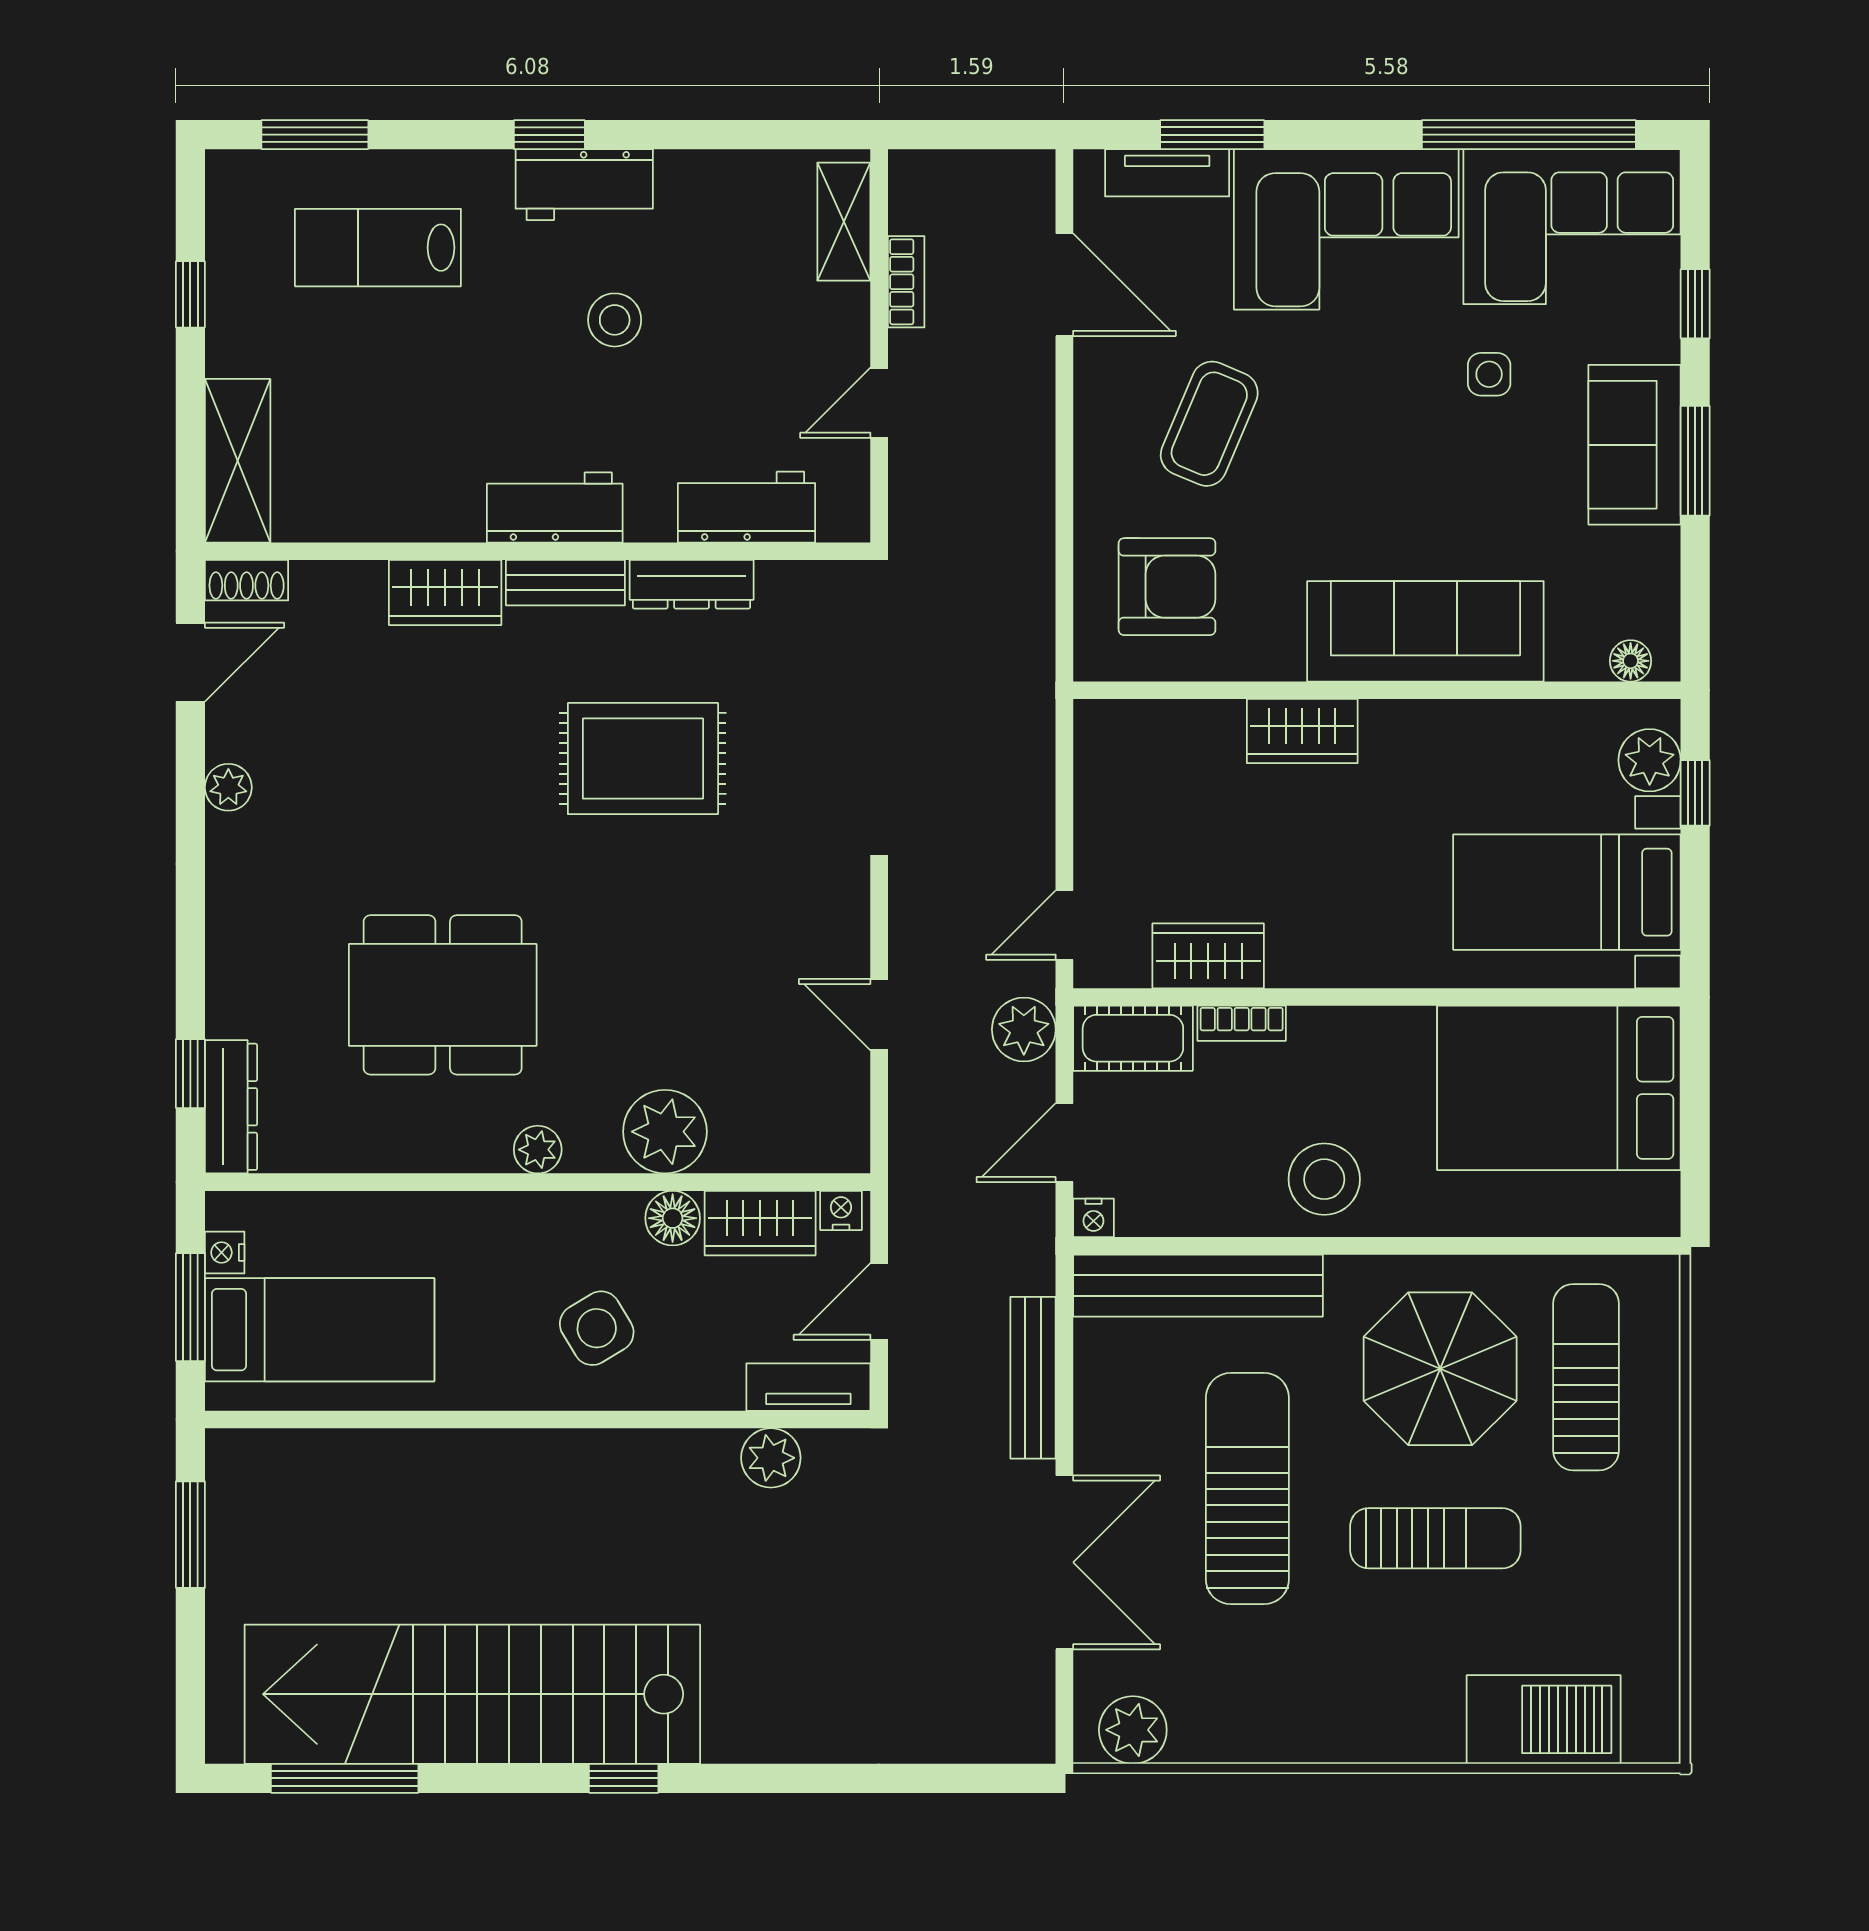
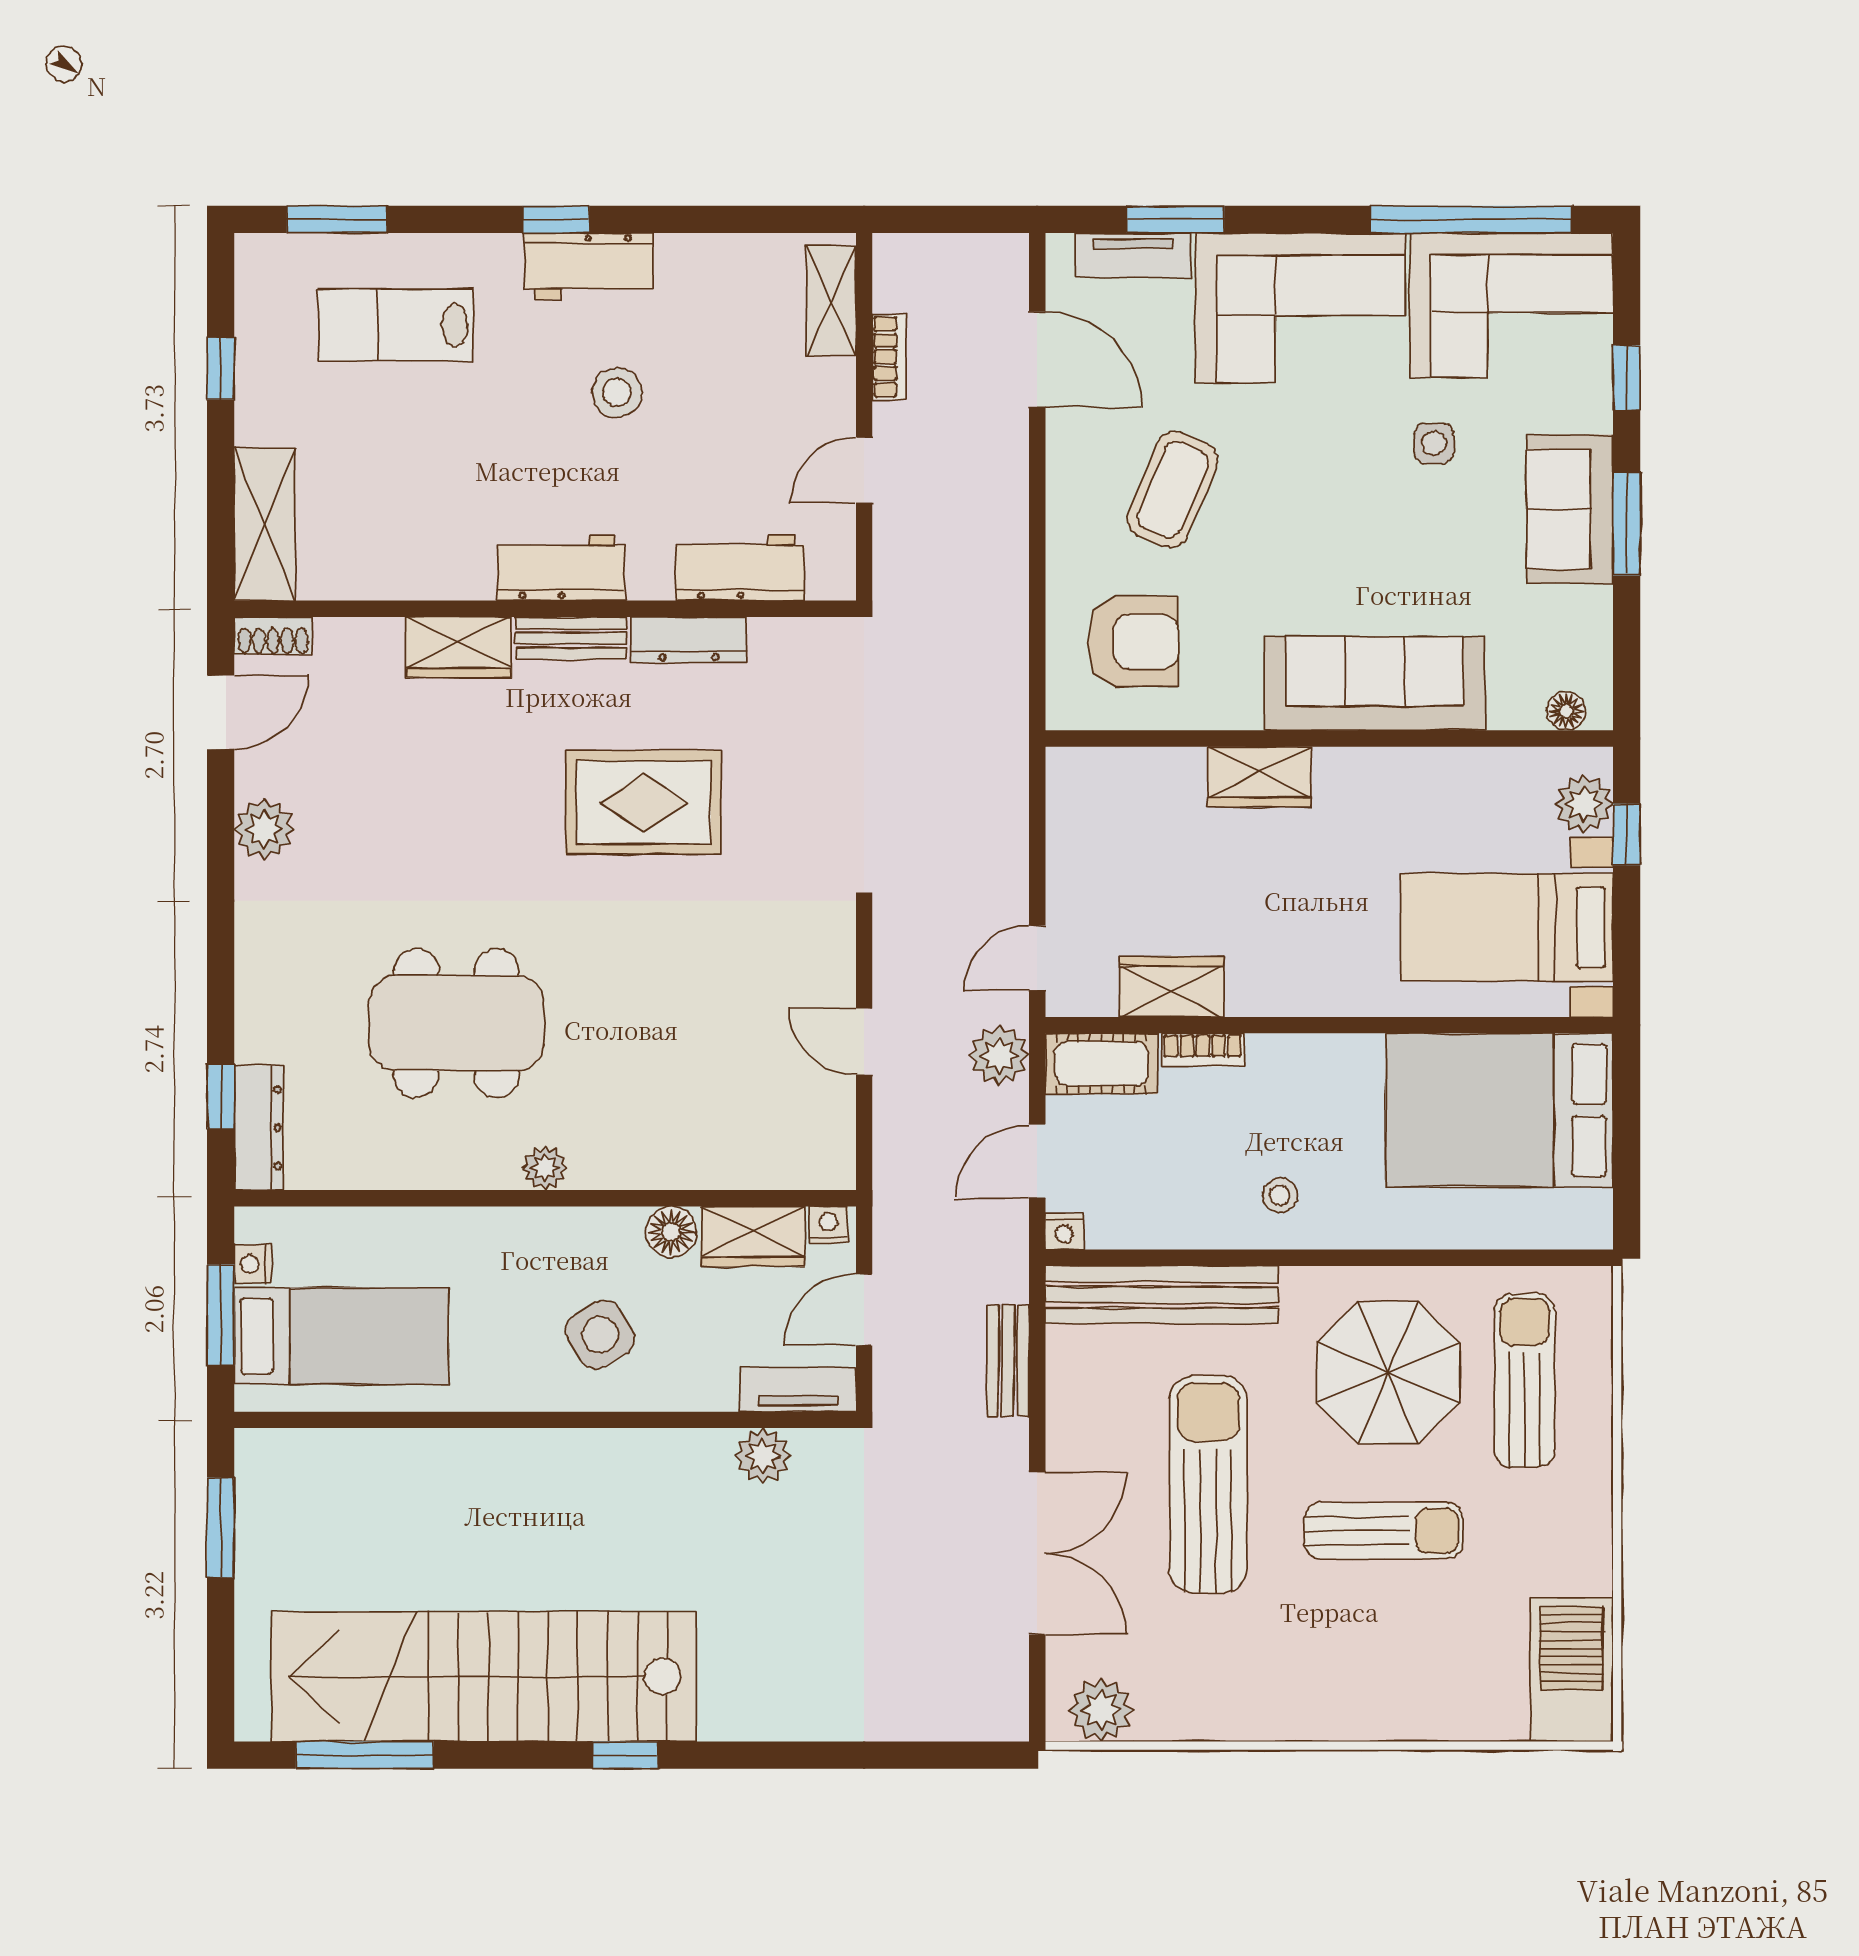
plant: (228, 787) -> (264, 829), width x1.38, depth x1.38
plant: (665, 1132) -> (664, 1151), removed
stool: (1324, 1179) -> (1280, 1195), width x0.53, depth x0.53
bench: (1033, 1378) -> (1008, 1361), width x0.73
barbecue: (1544, 1719) -> (1572, 1670), moved, turned -90

